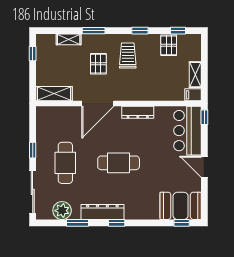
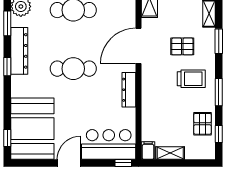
window: (140, 31) -> (219, 92), width x1.50
pallet: (169, 45) -> (202, 124), turned 90
door: (98, 103) -> (139, 46), hinge flipped
cafe table: (119, 163) -> (73, 69), turned 90
booth: (181, 206) -> (32, 129), width x1.36, depth x1.42

